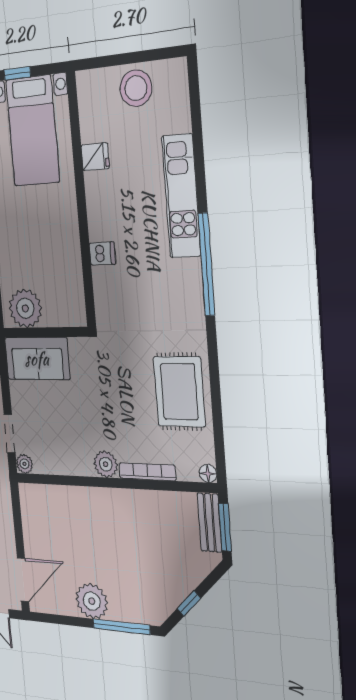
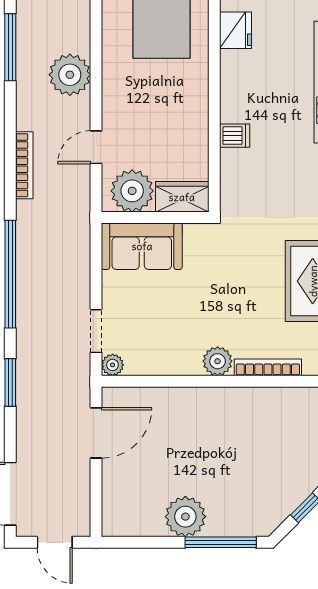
fridge: (95, 157) -> (235, 30), width x1.38
wardrobe: (65, 313) -> (182, 197), added
door: (23, 580) -> (96, 433), moved

